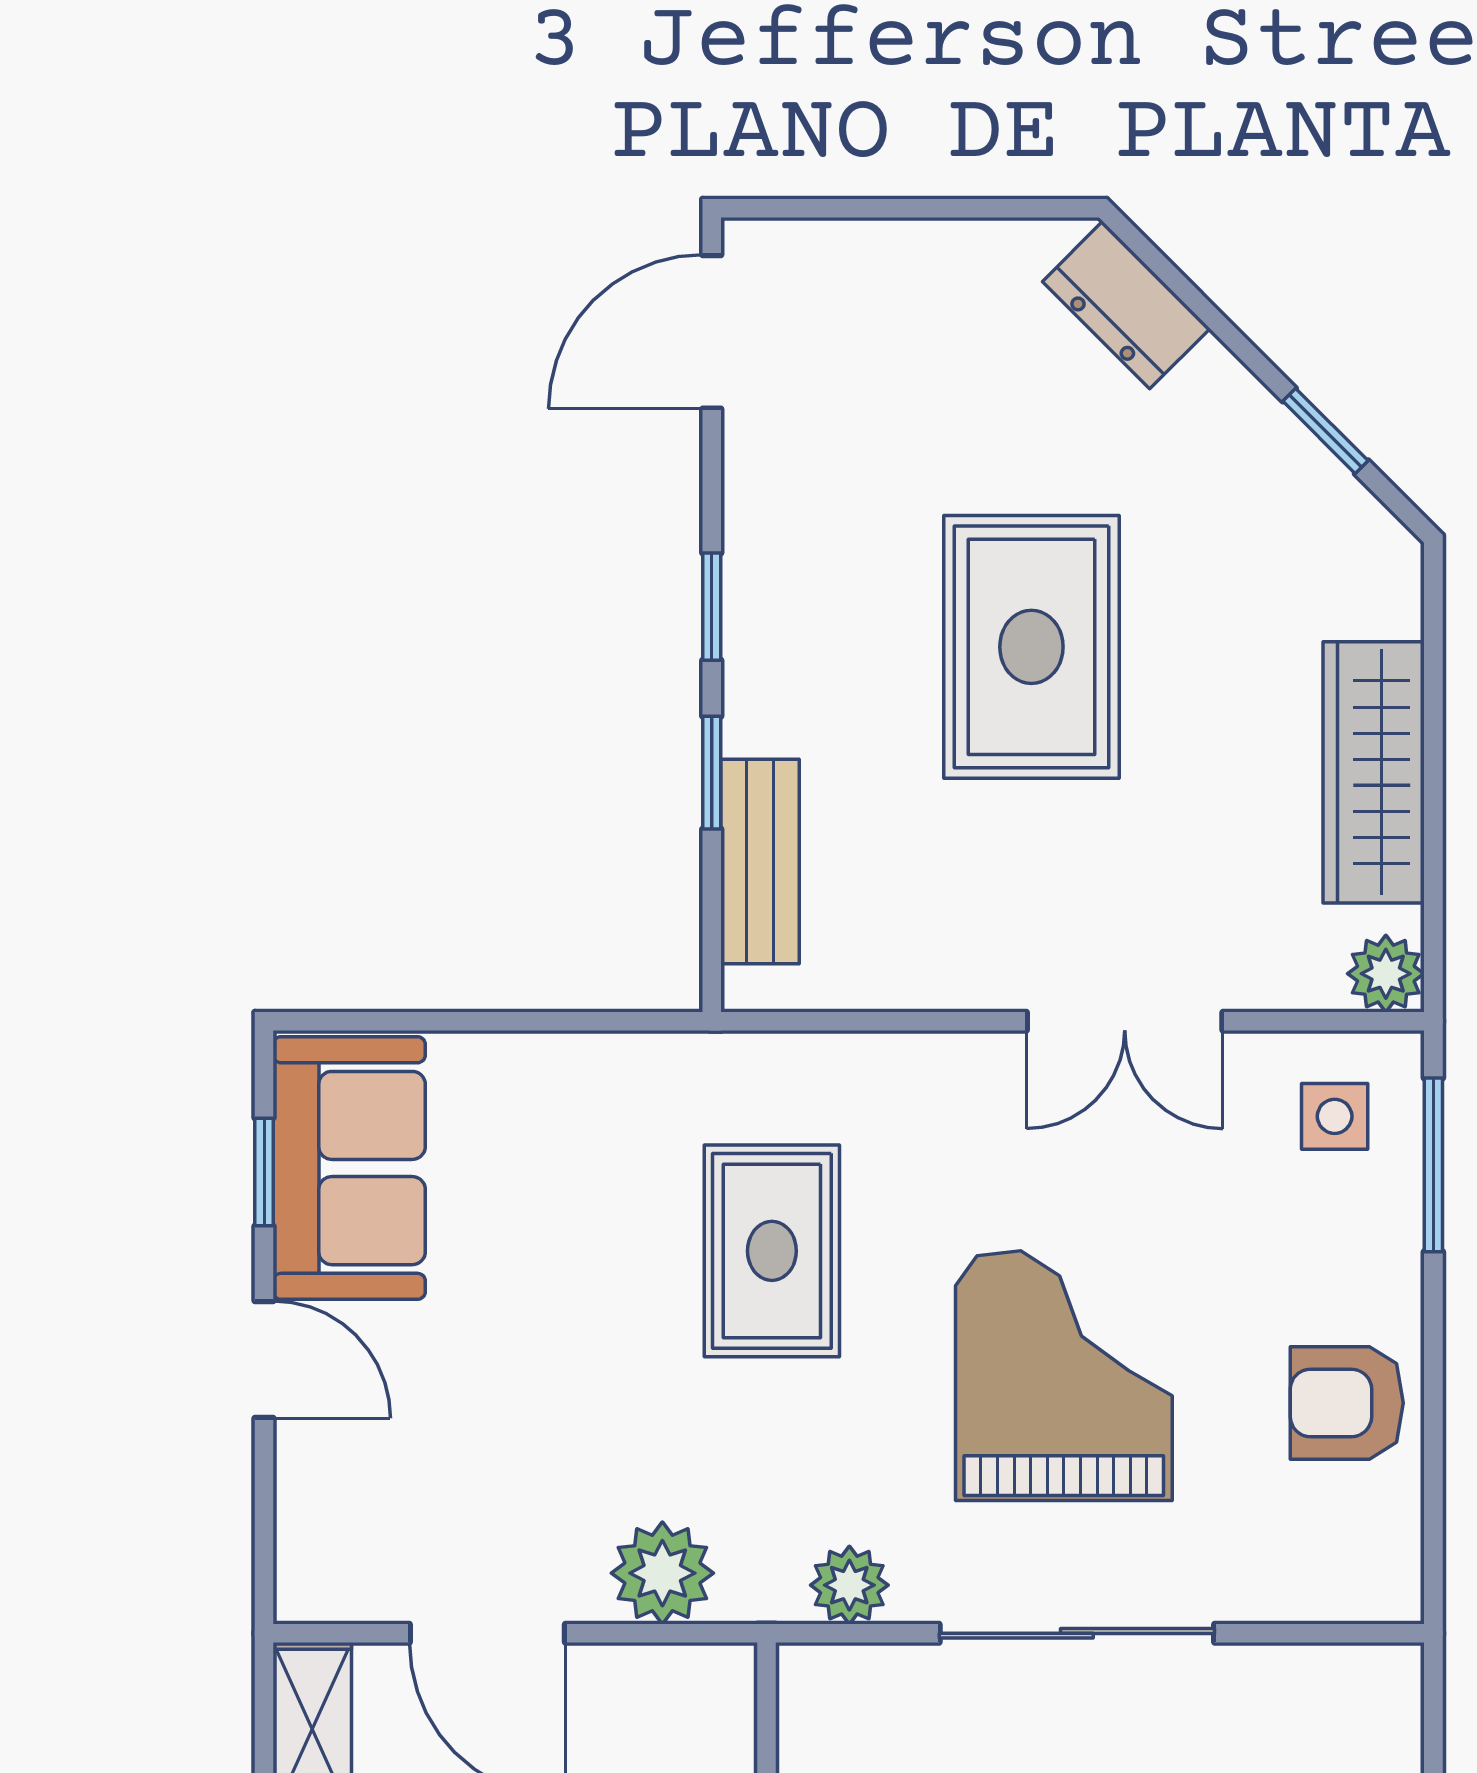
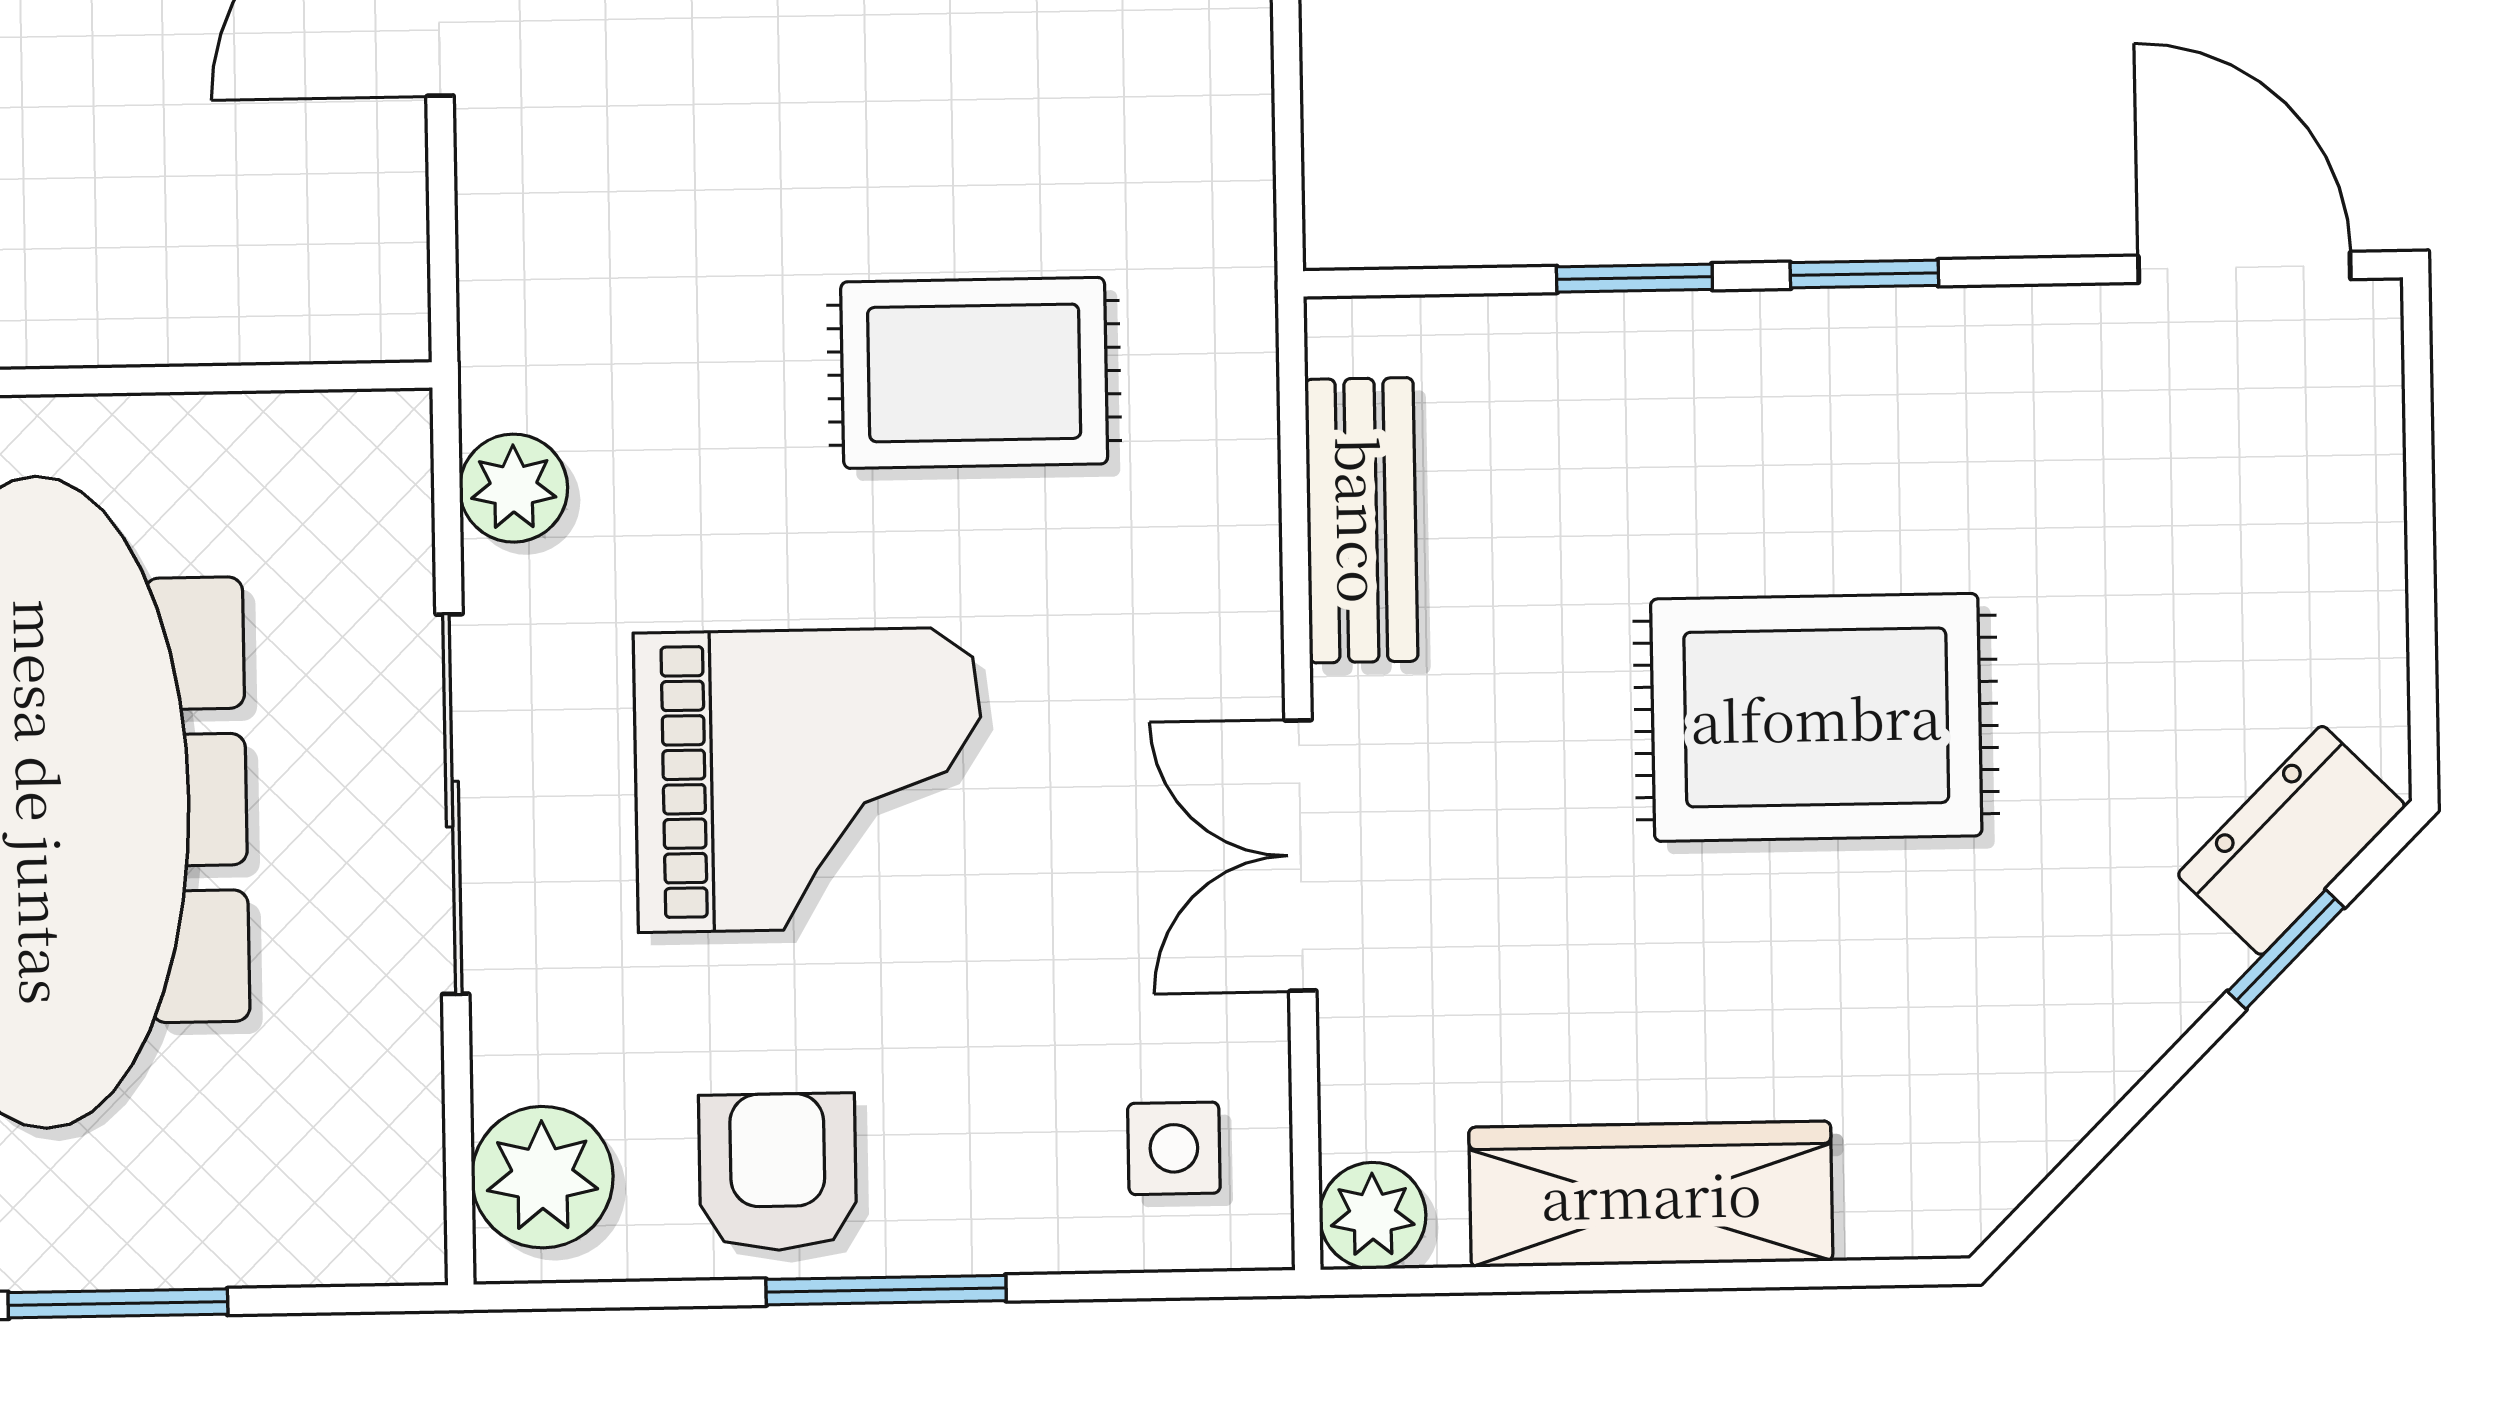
window: (1325, 431) -> (2286, 949), moved
bench: (760, 862) -> (1361, 520), moved, turned 90
window: (1433, 1165) -> (886, 1290), moved
plant: (662, 1573) -> (542, 1177), moved

